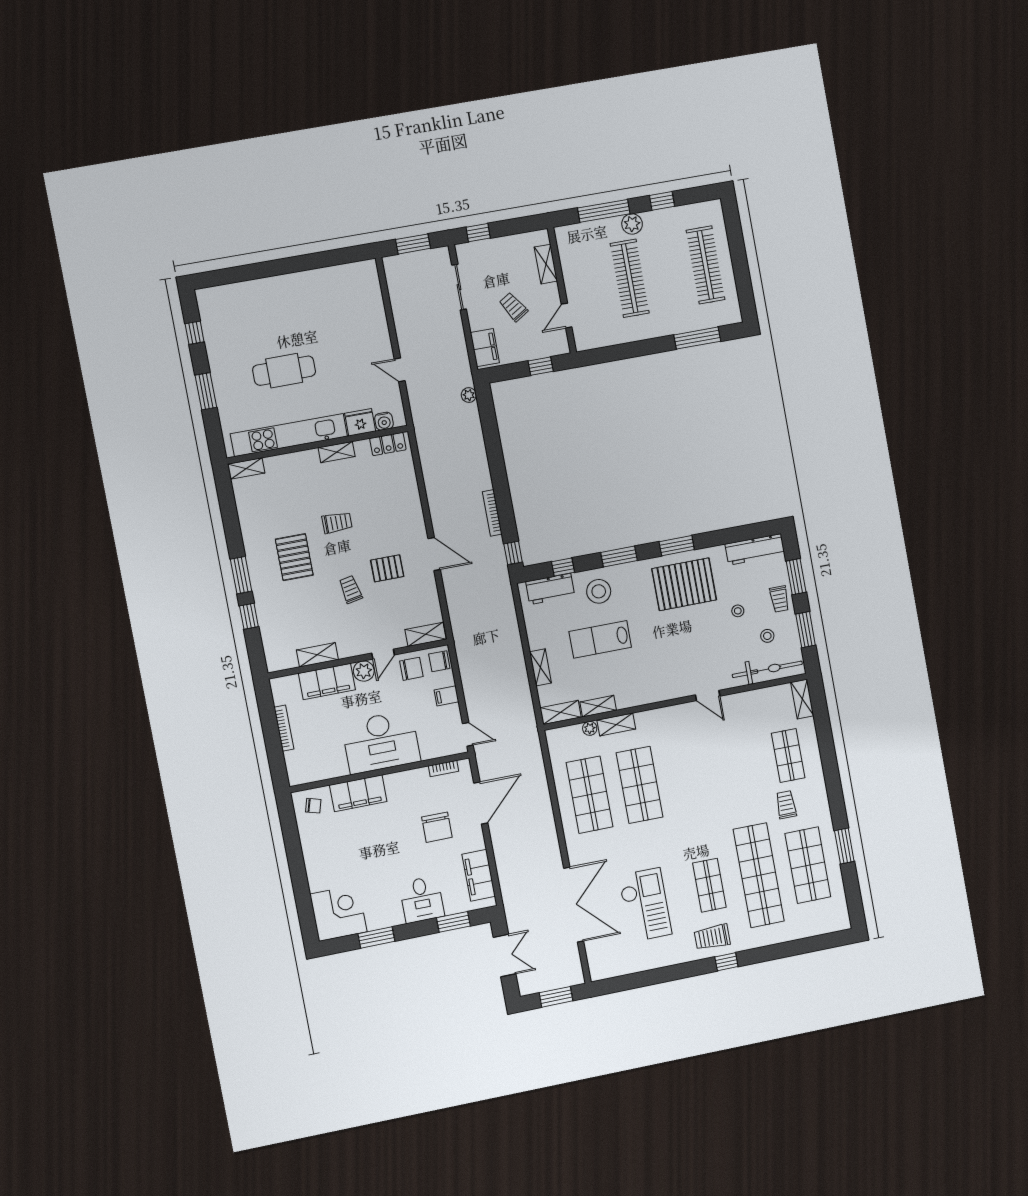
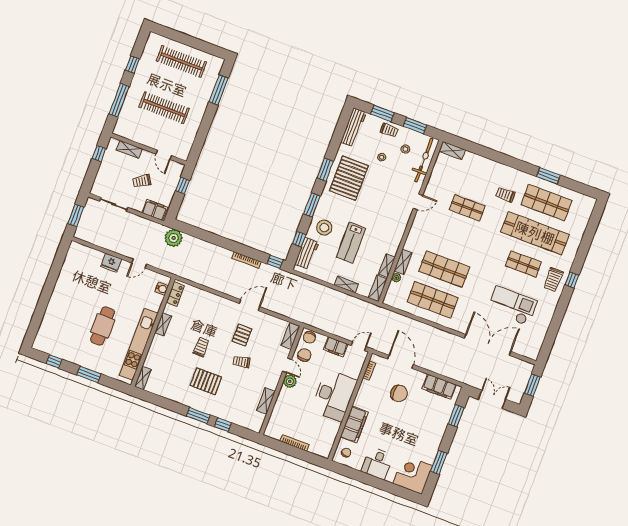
plant: (632, 224) -> (135, 89), removed
window: (478, 233) -> (99, 154), moved
plant: (469, 395) -> (174, 238), width x1.87, depth x1.87
fridge: (360, 422) -> (111, 263), moved, turned -90
filing cabinet: (327, 681) -> (283, 405), removed
filing cabinet: (447, 696) -> (336, 347), width x2.00
shop shelf: (788, 756) -> (467, 208), moved
desk: (422, 899) -> (377, 463), moved, turned 90

